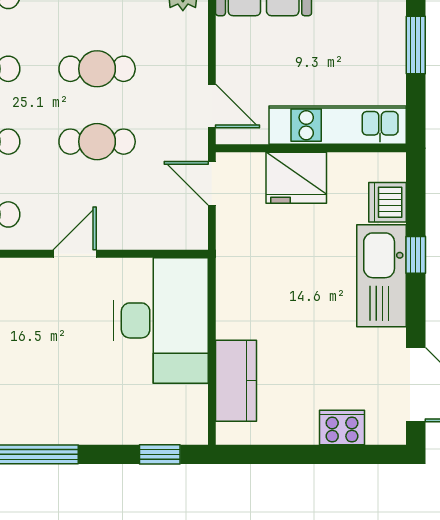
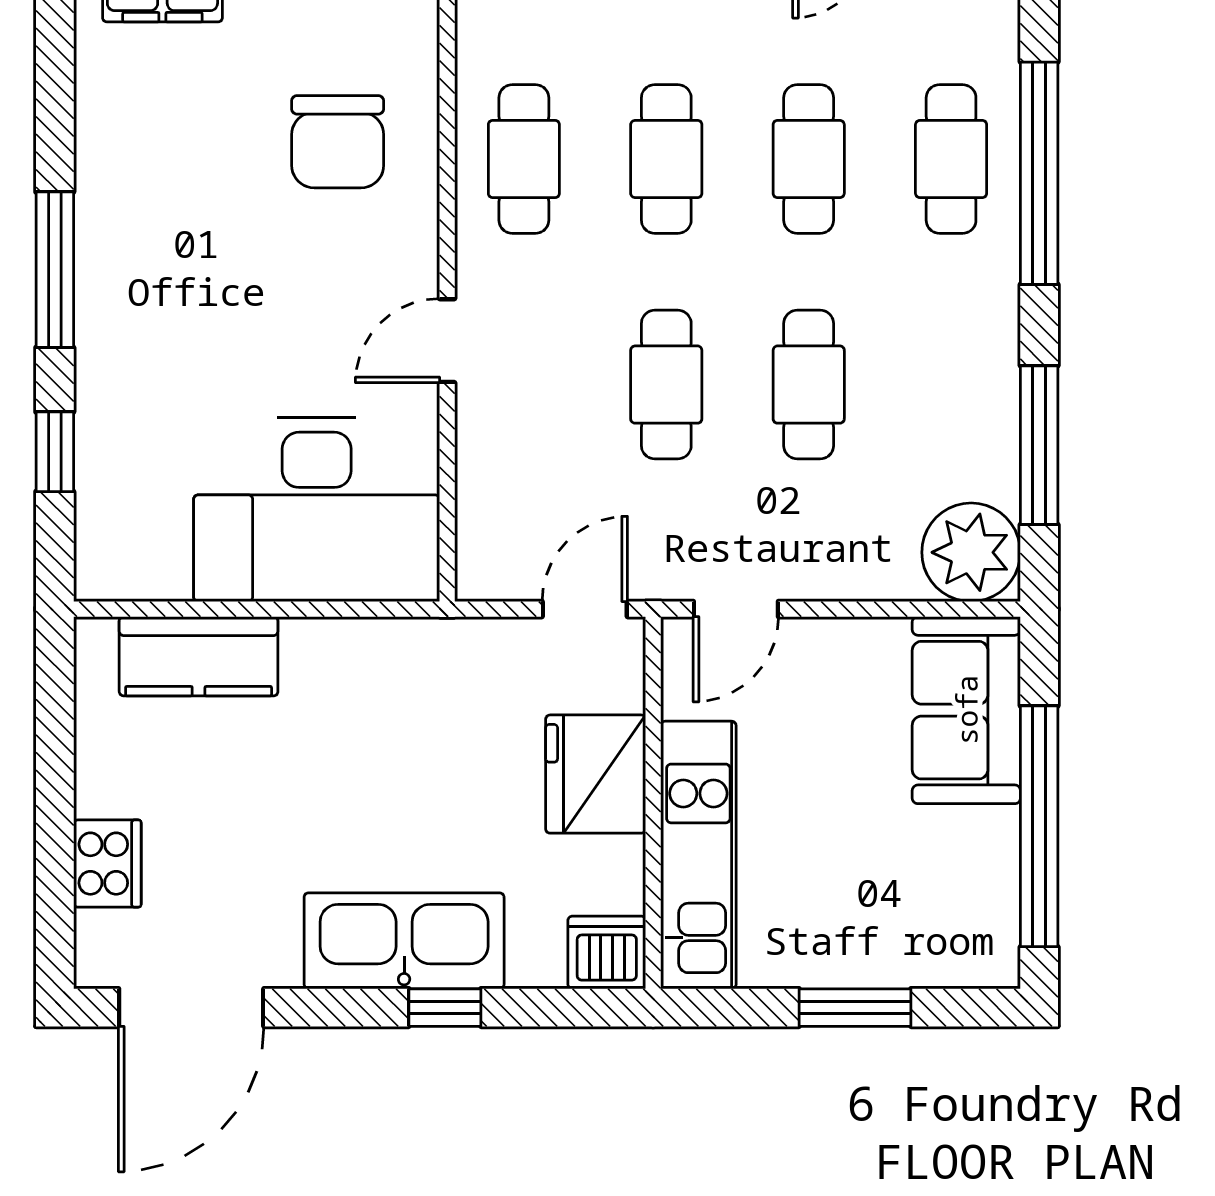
dishwasher: (387, 202) -> (607, 952), moved
door: (75, 254) -> (447, 341), swing flipped
window: (160, 454) -> (55, 452), moved

